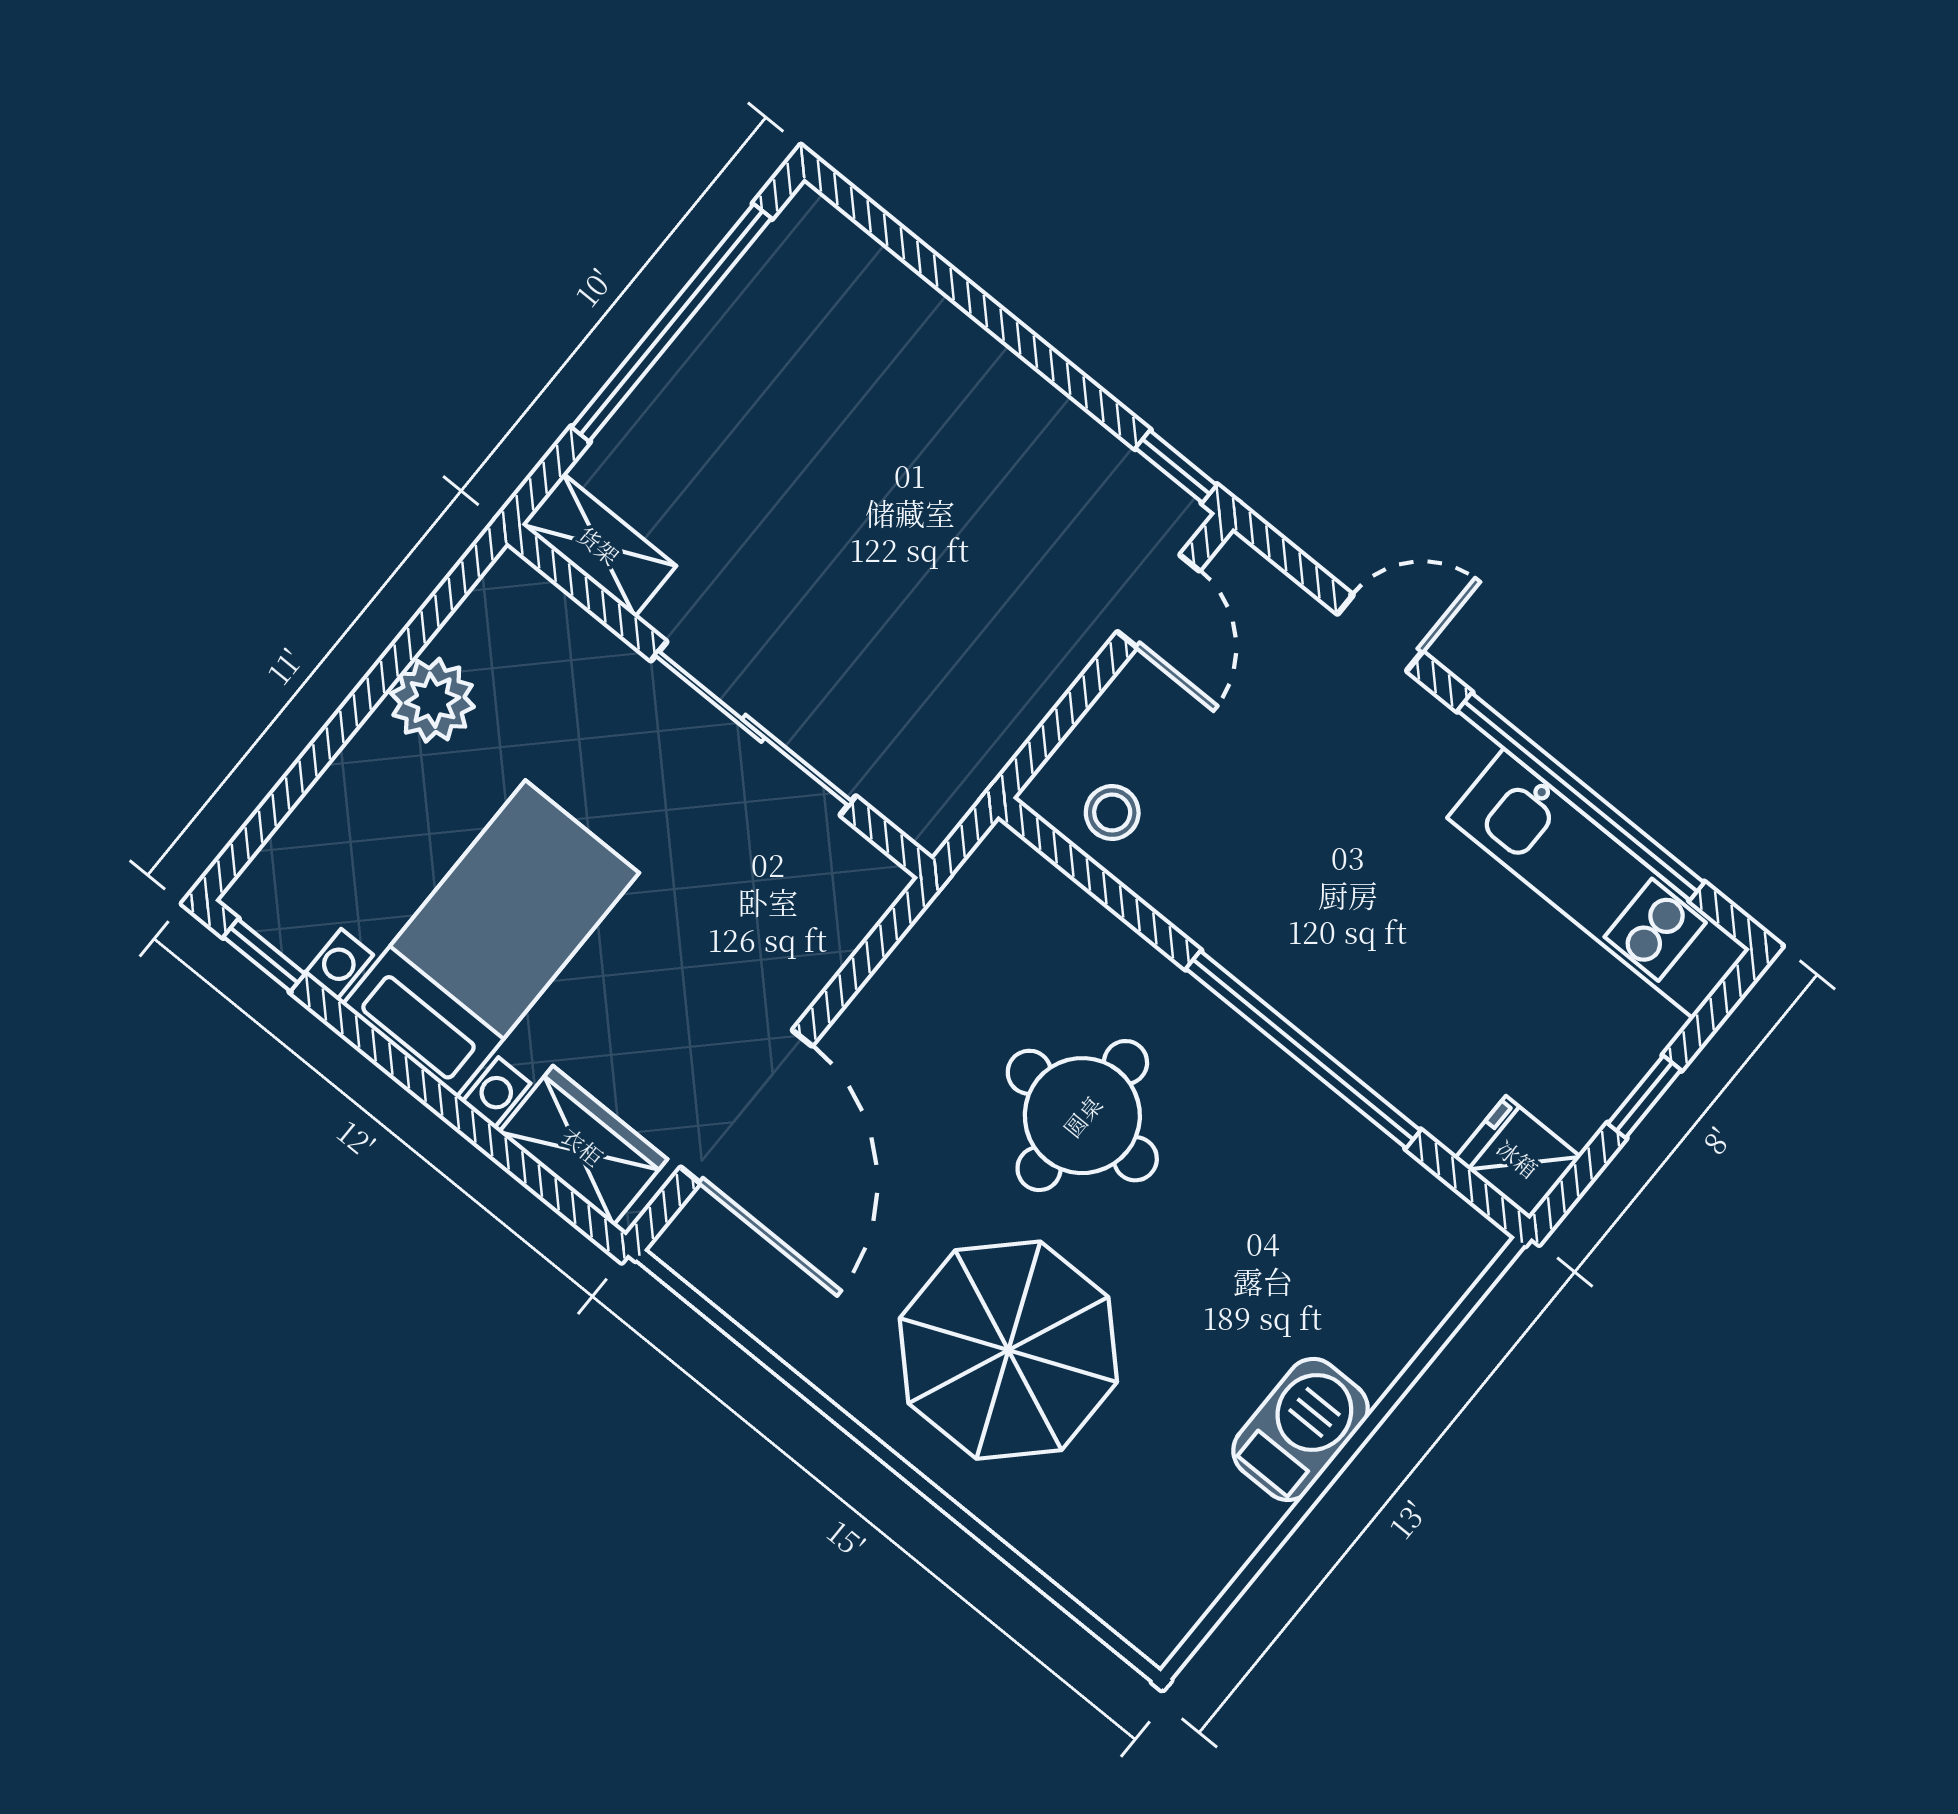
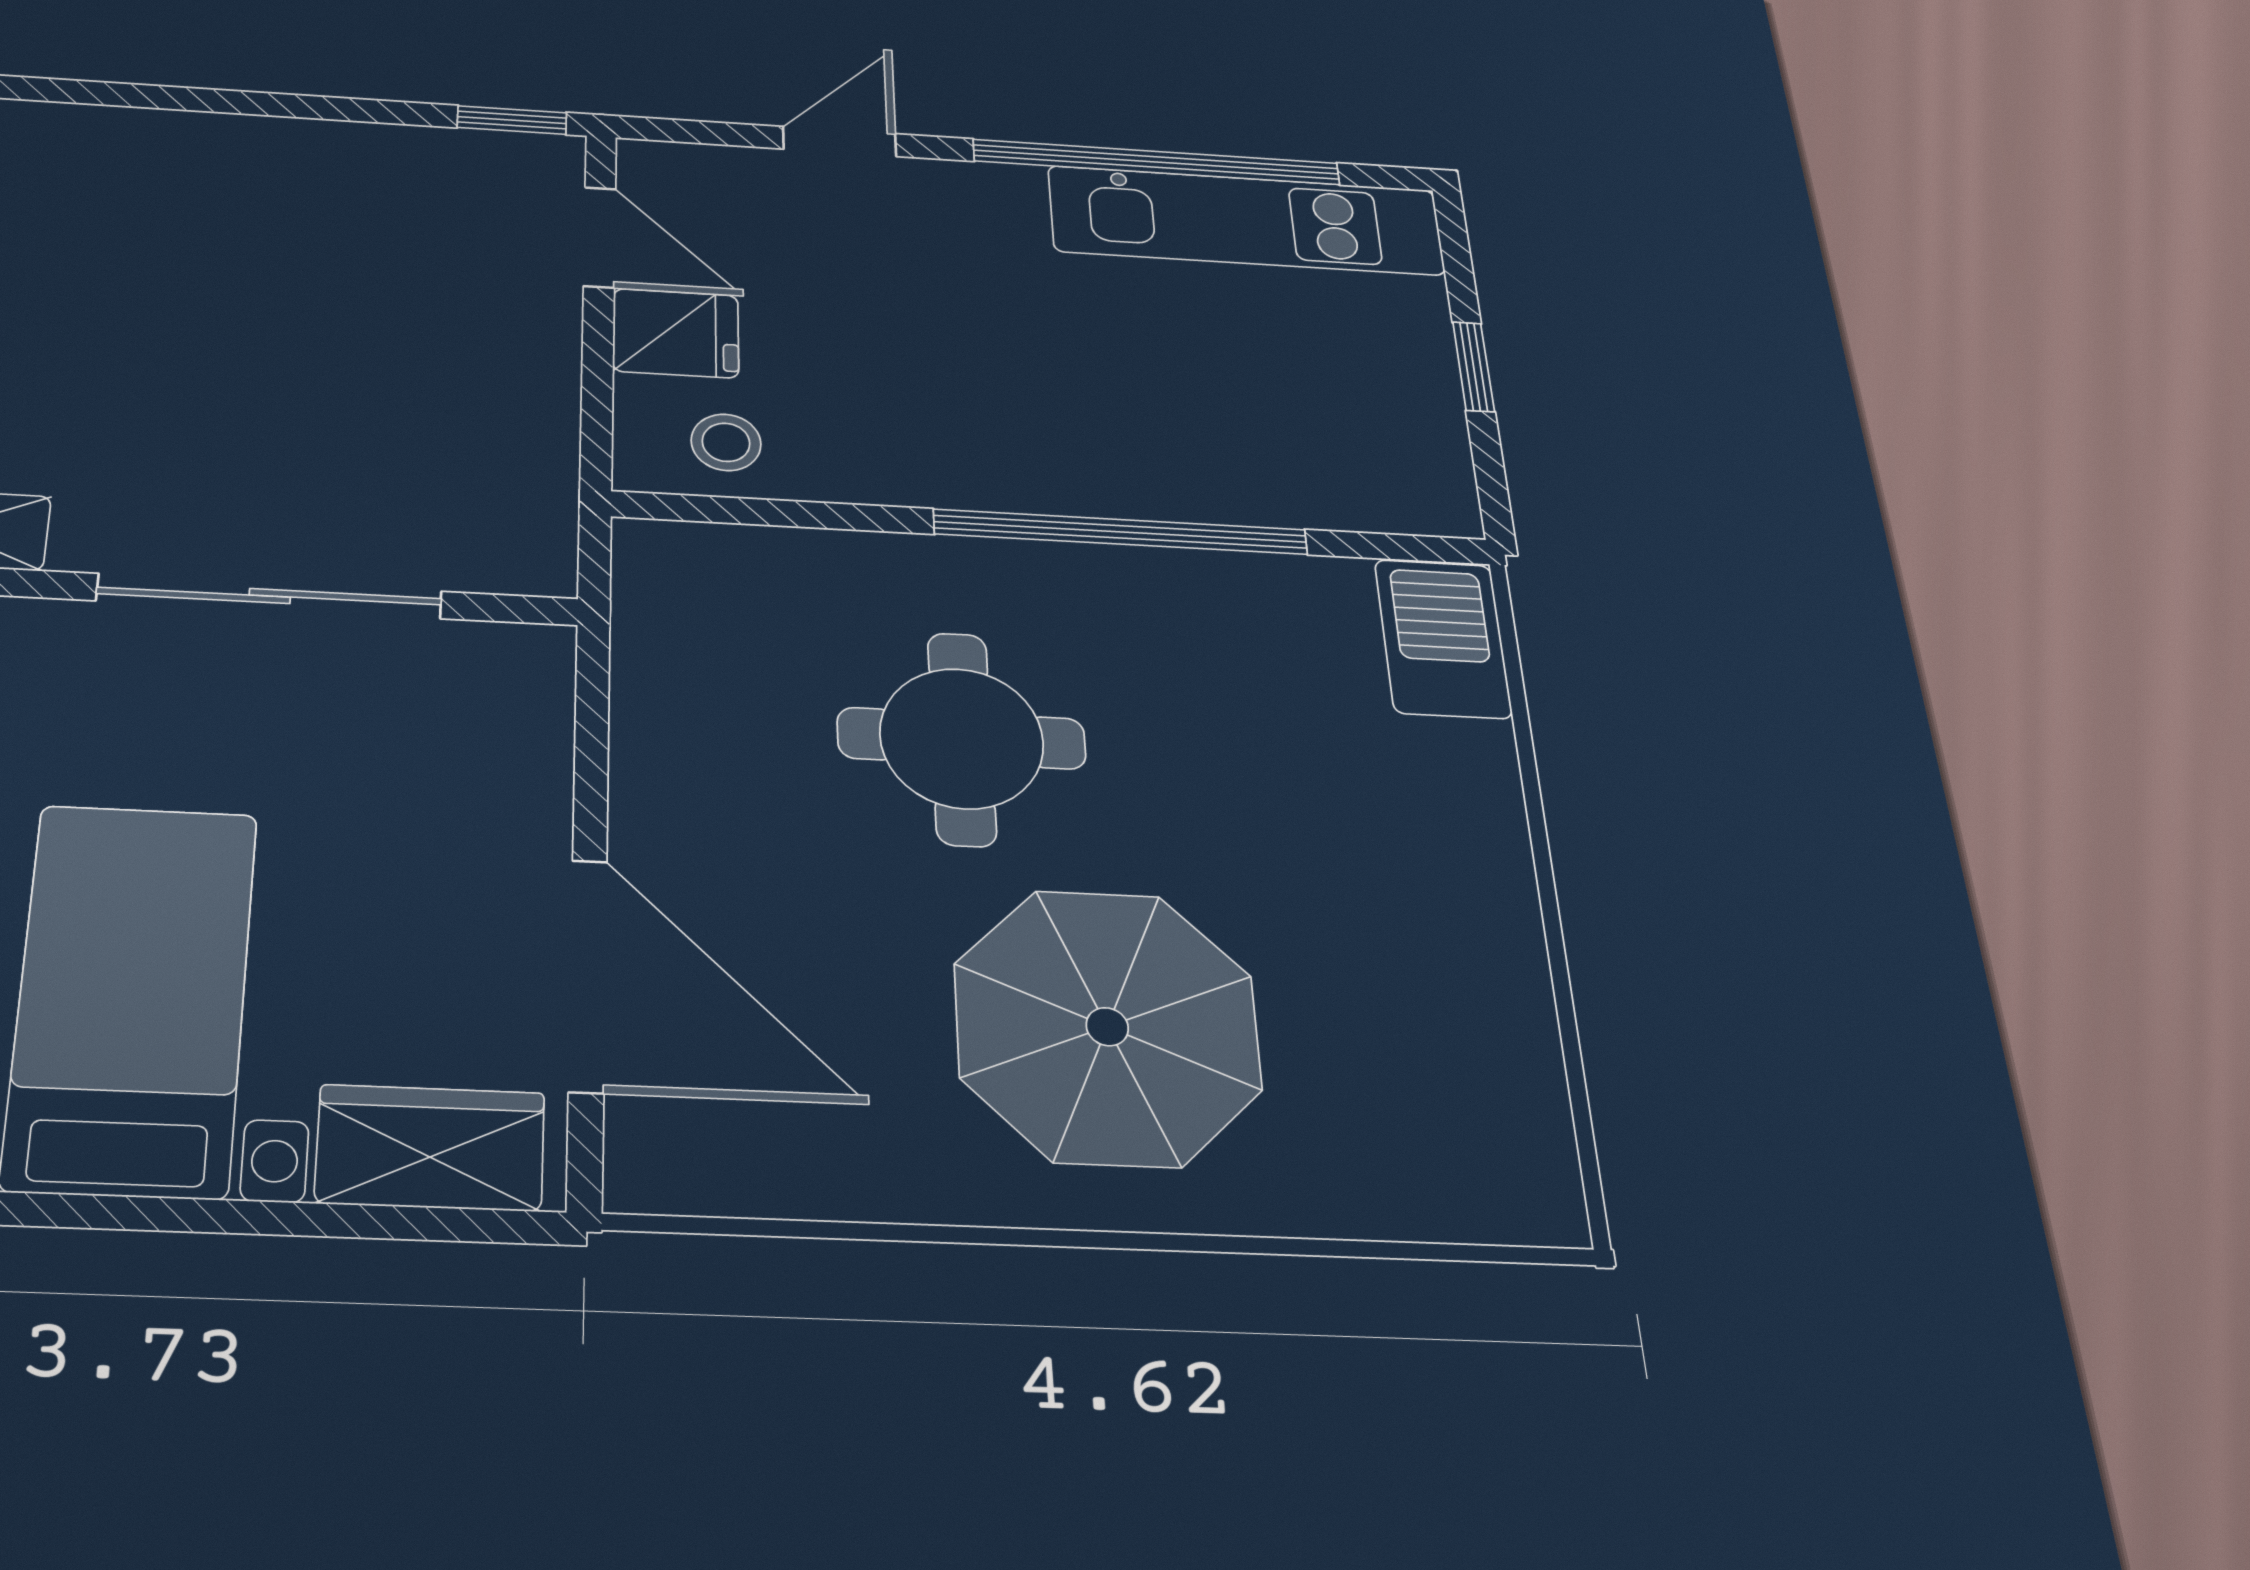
fridge: (1518, 1158) -> (676, 333), moved, turned 180
barbecue: (1301, 1429) -> (1443, 639), moved

